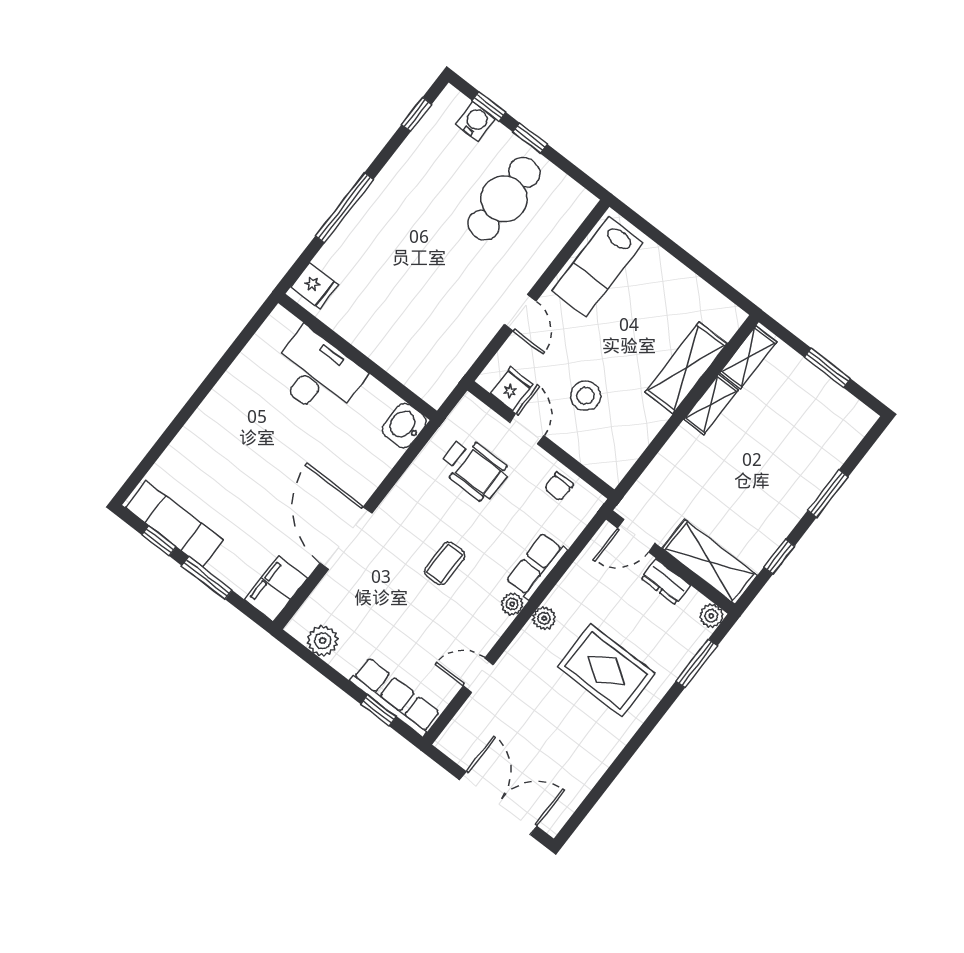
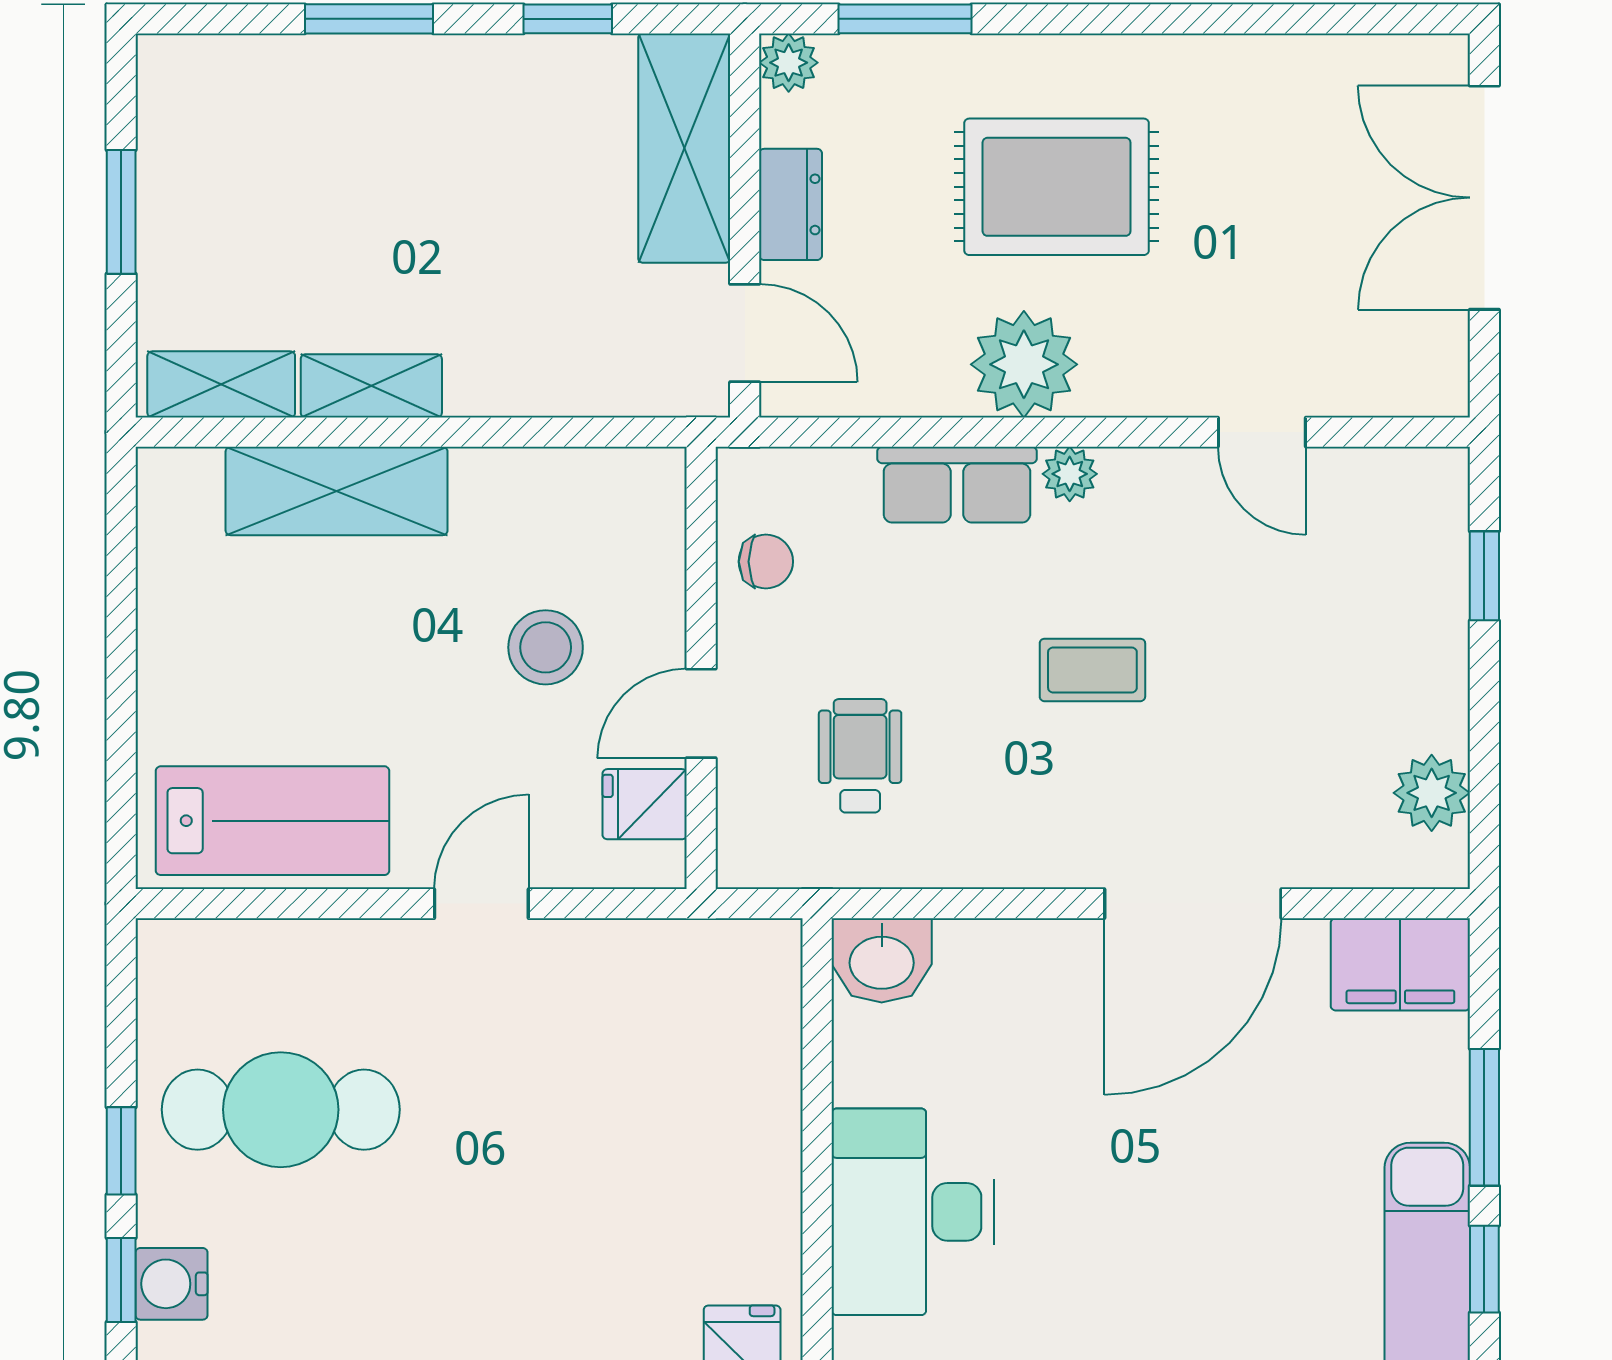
wheelchair: (474, 469) -> (860, 756), width x0.73, depth x0.73
plant: (544, 618) -> (1024, 364), width x1.88, depth x1.88
rug: (606, 670) -> (1057, 187), turned 90
row of seats: (395, 697) -> (1432, 564), removed

